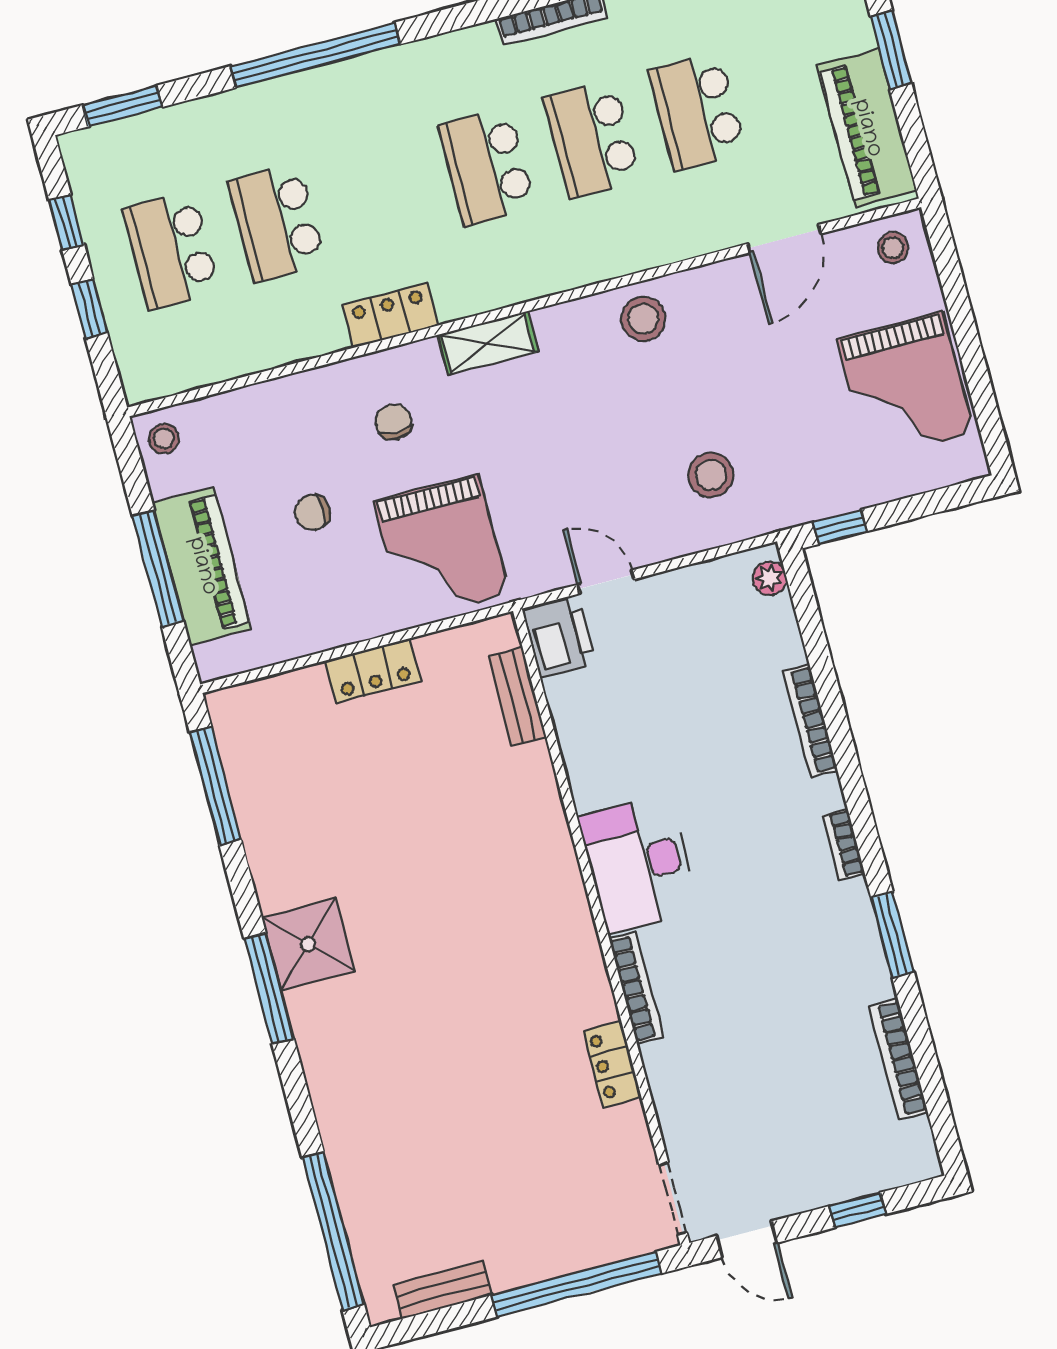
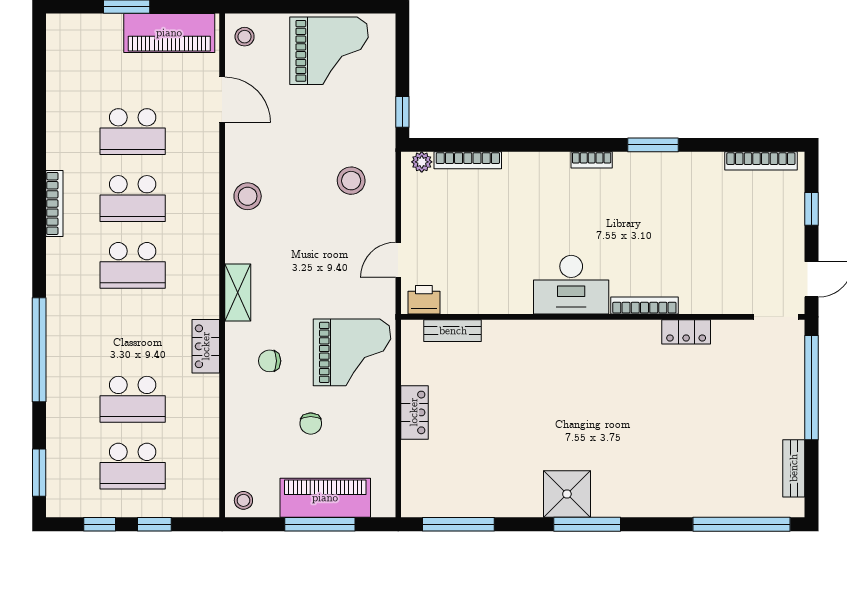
printer: (559, 637) -> (424, 300), width x0.73, depth x0.81
bookcase: (810, 721) -> (468, 160), moved
bookcase: (898, 1059) -> (761, 161), moved

